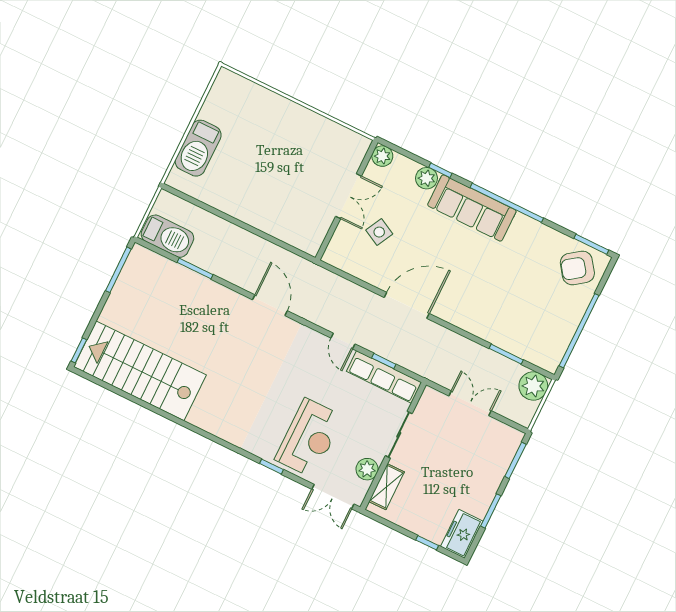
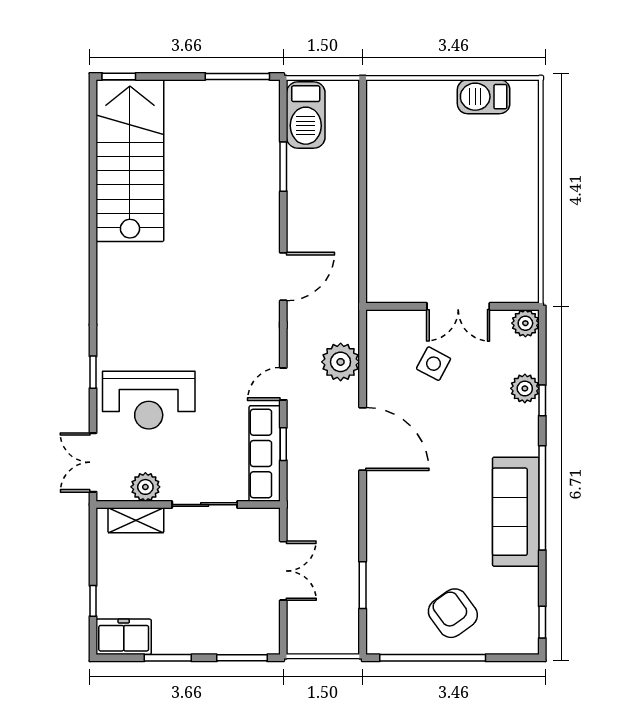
barbecue: (198, 148) -> (484, 97), moved, width x0.73, depth x0.83
sofa: (472, 208) -> (516, 512), moved
window: (591, 244) -> (542, 622), width x0.67
armchair: (577, 268) -> (453, 613), moved
plant: (533, 386) -> (341, 362), moved

